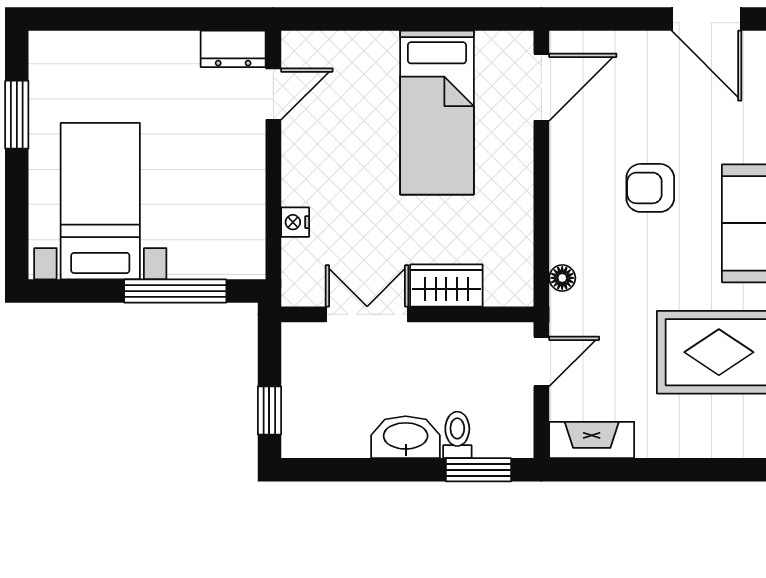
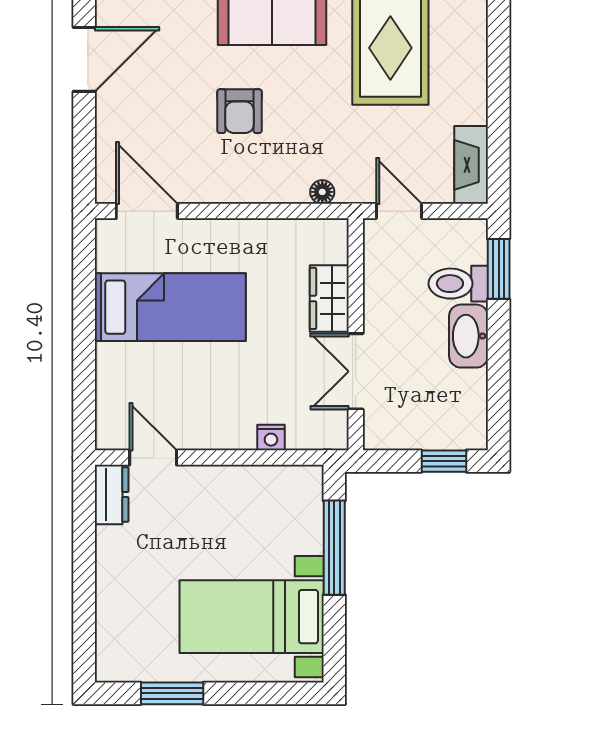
toilet: (457, 435) -> (458, 284), width x1.37, depth x1.39

